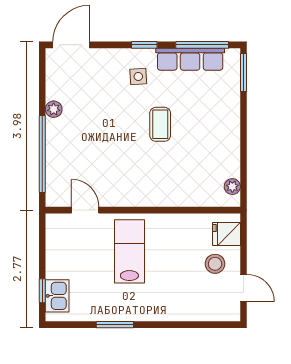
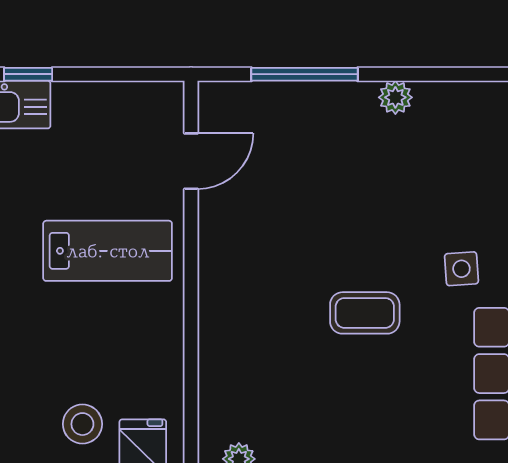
window: (42, 154) -> (305, 74), width x0.68

